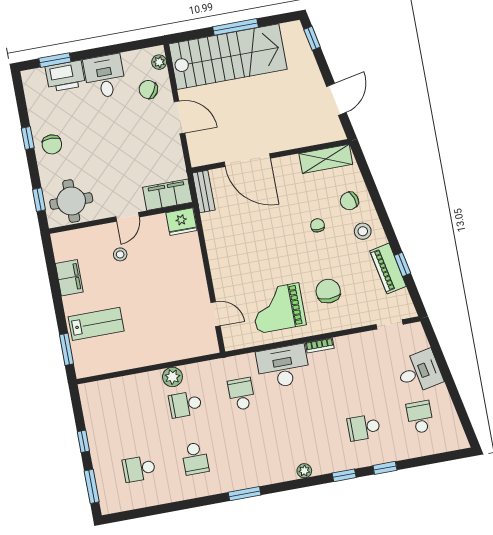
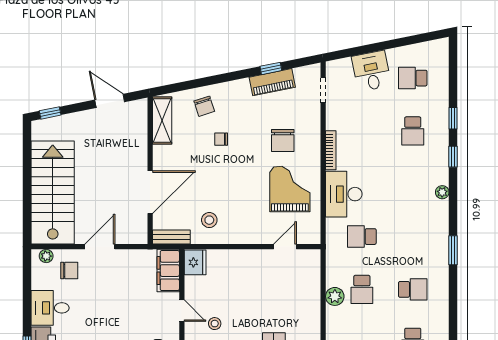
window: (235, 27) -> (27, 181), removed
chair: (148, 89) -> (69, 270), turned -122
stool: (363, 231) -> (209, 220), moved
chair: (328, 291) -> (283, 140), turned -90
grand piano: (278, 308) -> (290, 189), turned 180
bookcase: (320, 345) -> (331, 150), width x1.56

